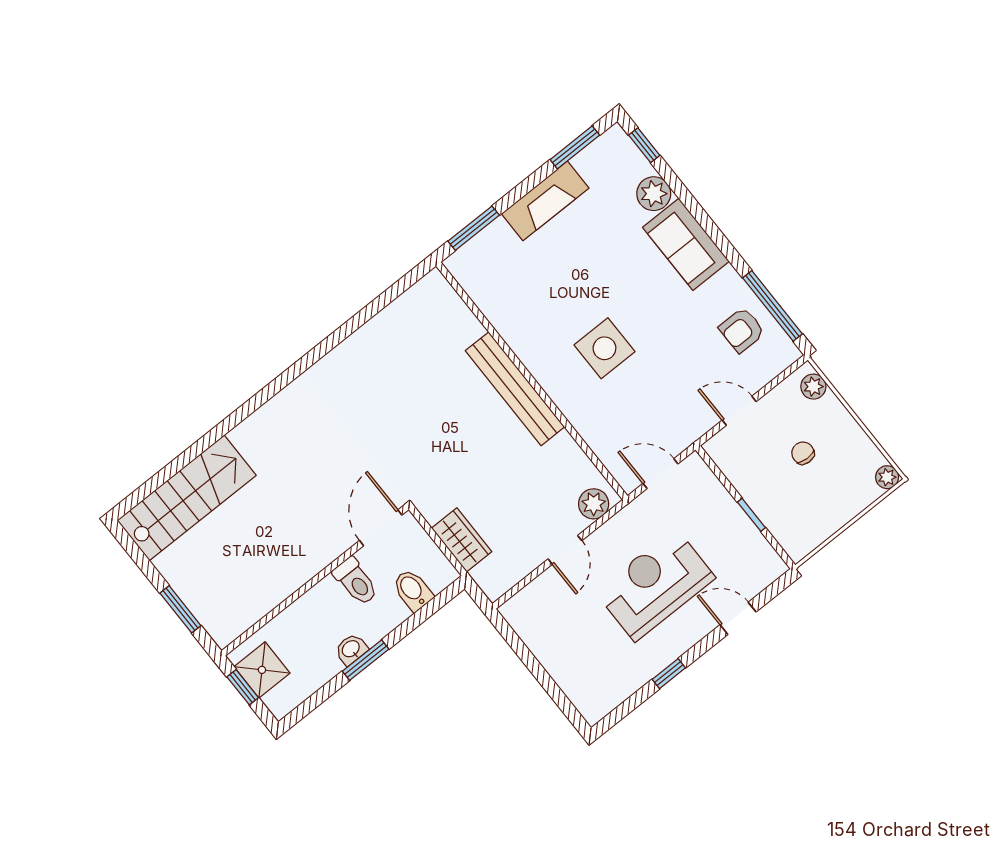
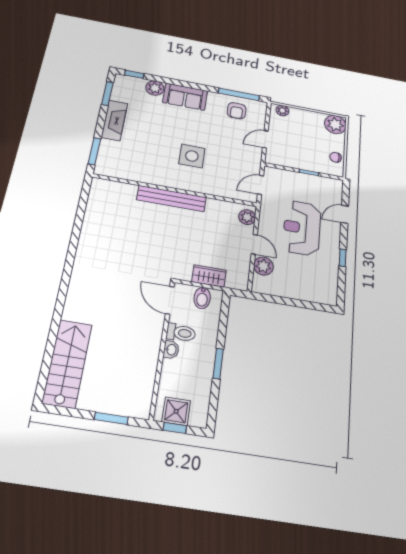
chair: (803, 453) -> (336, 157), moved
plant: (887, 477) -> (335, 124), width x1.88, depth x1.88
bidet: (413, 590) -> (202, 298), moved, turned -90
plant: (547, 590) -> (263, 266), added
washbasin: (351, 649) -> (171, 350), moved, turned 180

